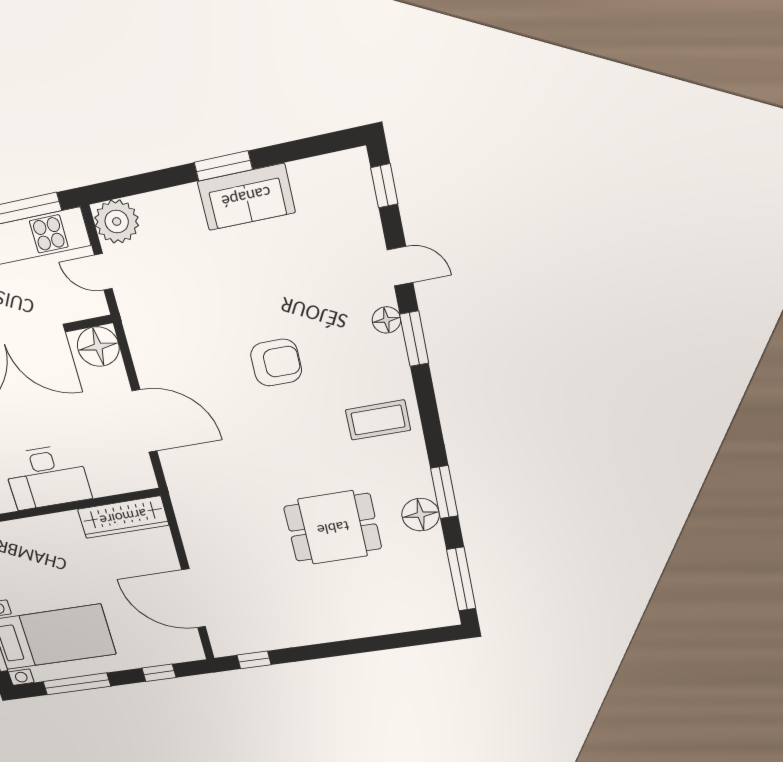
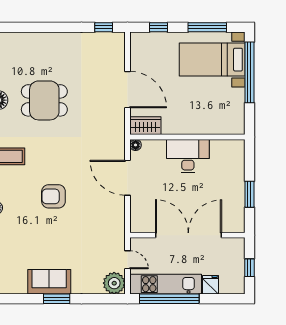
floor lamp: (98, 347) -> (136, 145), moved, width x0.53, depth x0.53
wardrobe: (123, 517) -> (145, 126), width x0.67
door: (194, 598) -> (128, 90), moved

